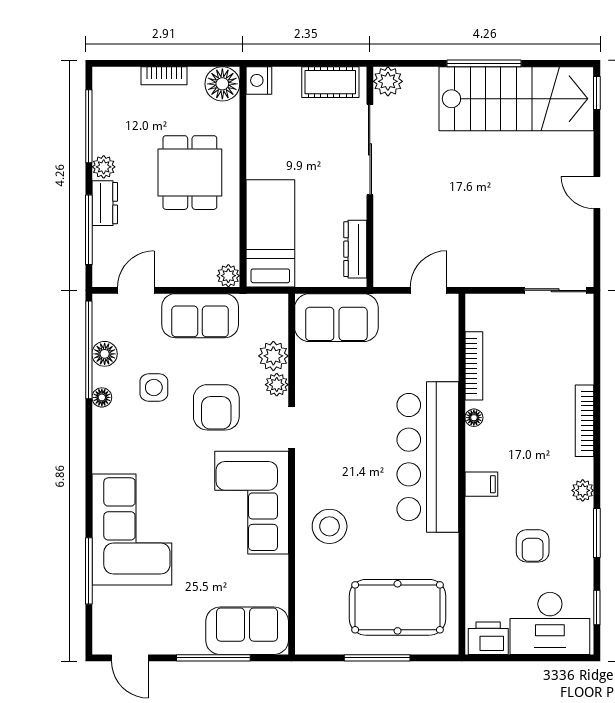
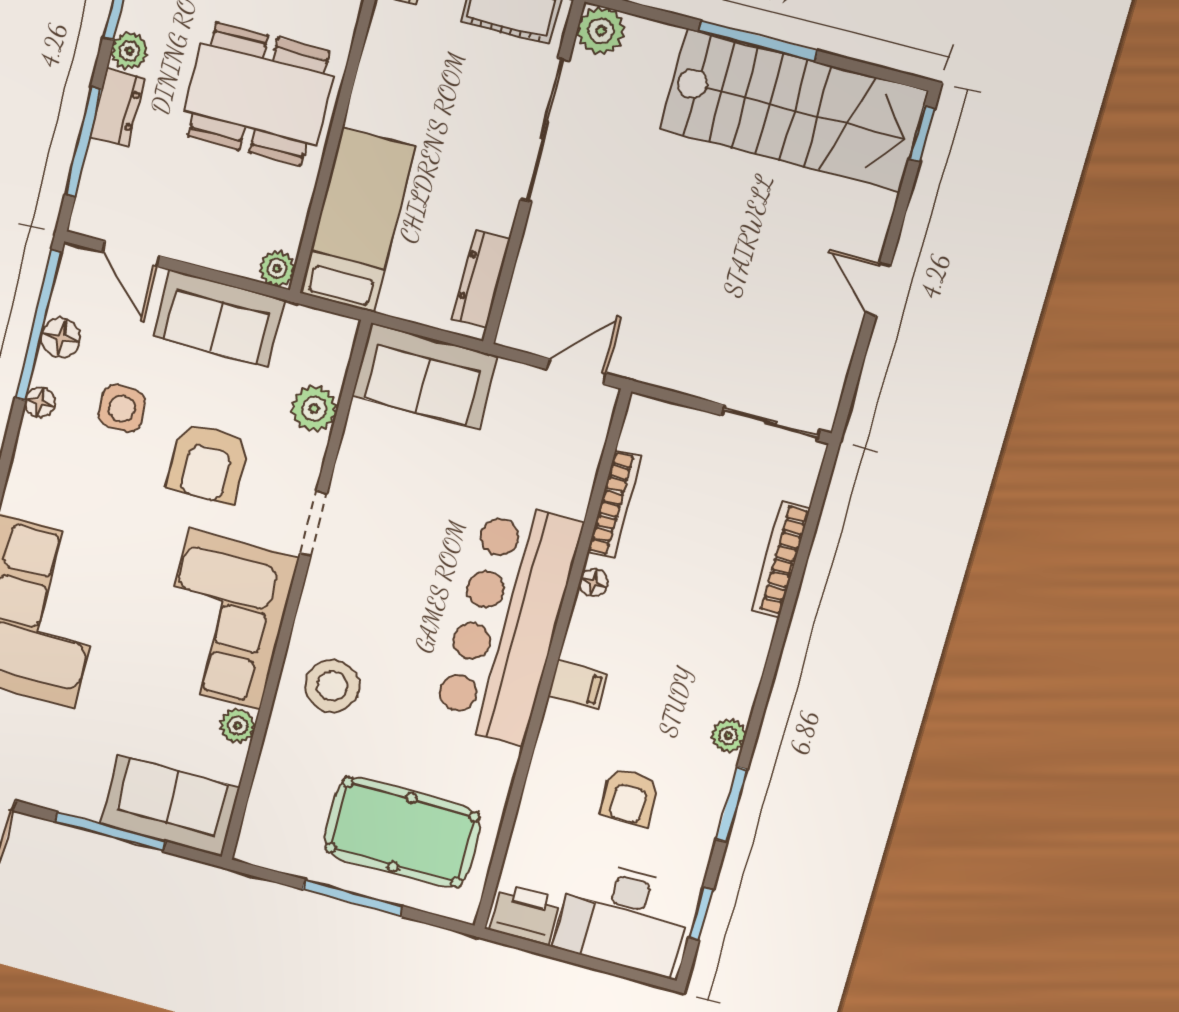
dining table: (190, 173) -> (259, 94), width x1.38
door: (136, 290) -> (131, 254), swing flipped
plant: (277, 385) -> (238, 726), moved
bookcase: (585, 421) -> (781, 559), moved

